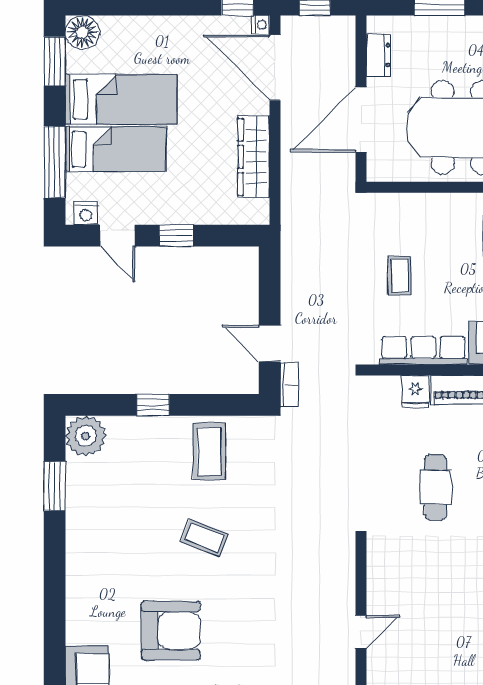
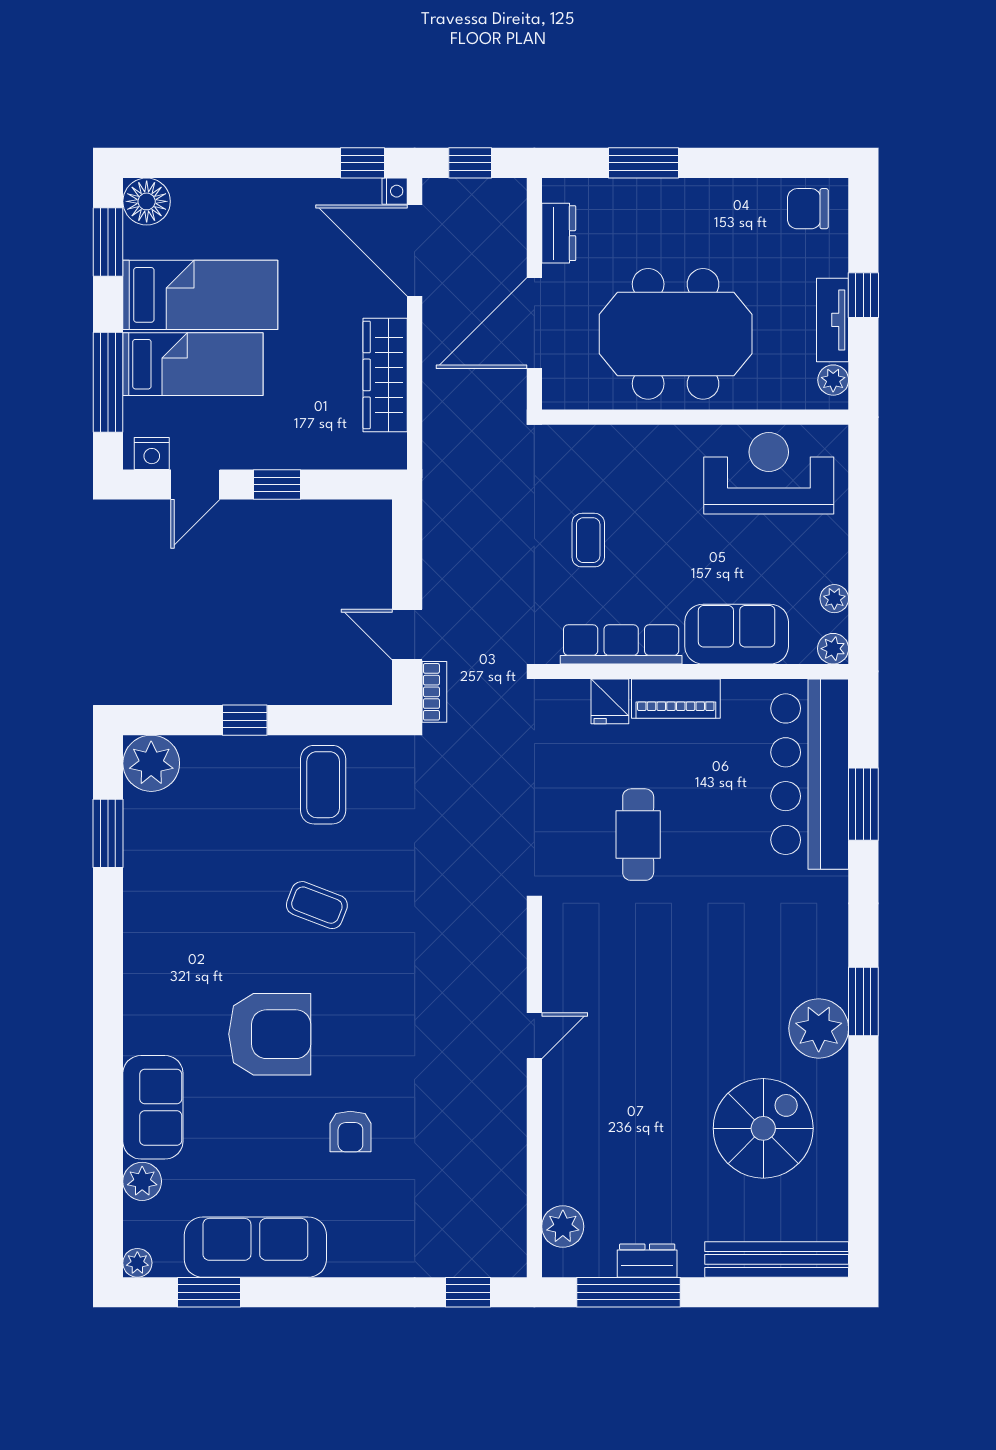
door: (117, 236) -> (195, 485), hinge flipped

